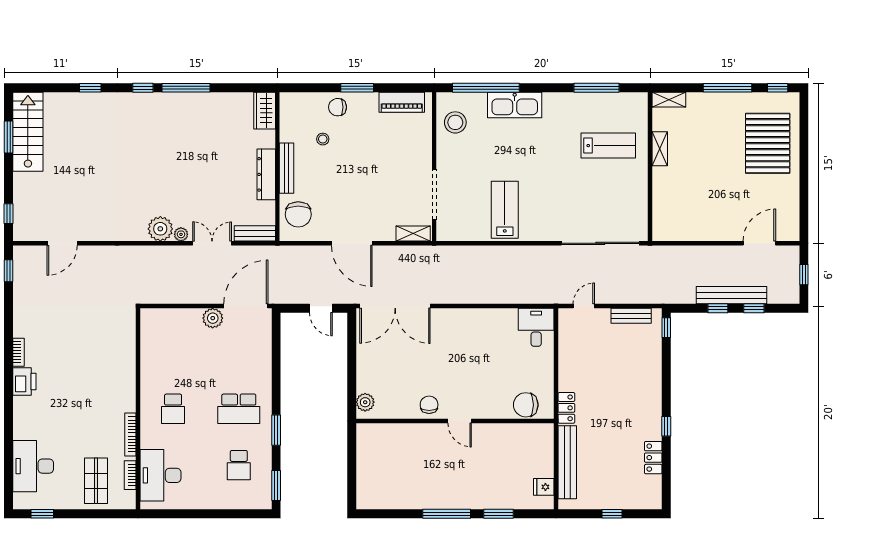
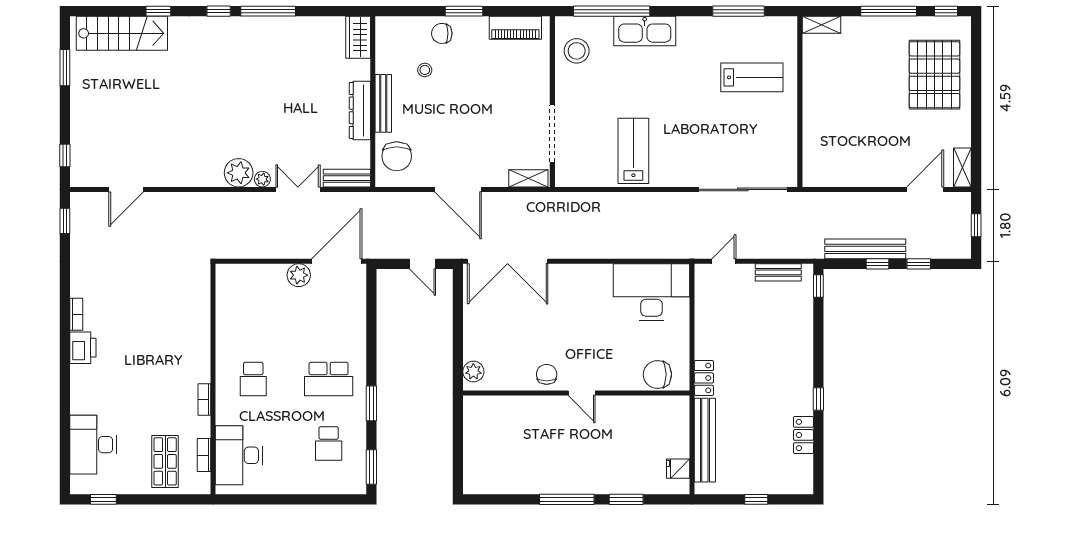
stairs: (28, 132) -> (122, 33), moved, turned 90
shelving: (660, 149) -> (962, 168), moved
bench: (731, 295) -> (865, 249), moved
desk: (536, 327) -> (652, 292), width x1.87, depth x1.30
bookcase: (130, 434) -> (204, 400), width x0.64

